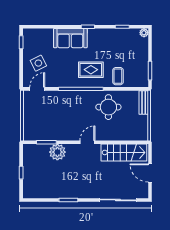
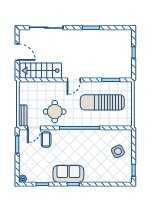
sofa: (70, 38) -> (68, 174), moved
rug: (91, 70) -> (71, 145), removed
door: (37, 89) -> (34, 128), moved
sun lounger: (56, 117) -> (102, 102), added
plant: (57, 152) -> (101, 71), removed

